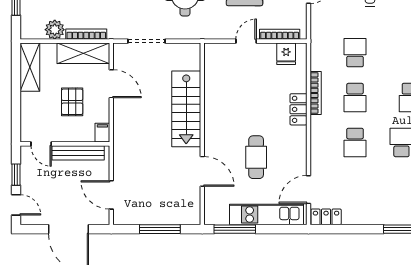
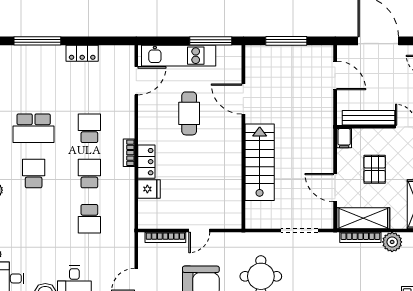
fridge: (286, 54) -> (149, 189), moved, turned 90
bookcase: (316, 93) -> (129, 153), moved, width x0.64
locker: (326, 217) -> (82, 53), moved

